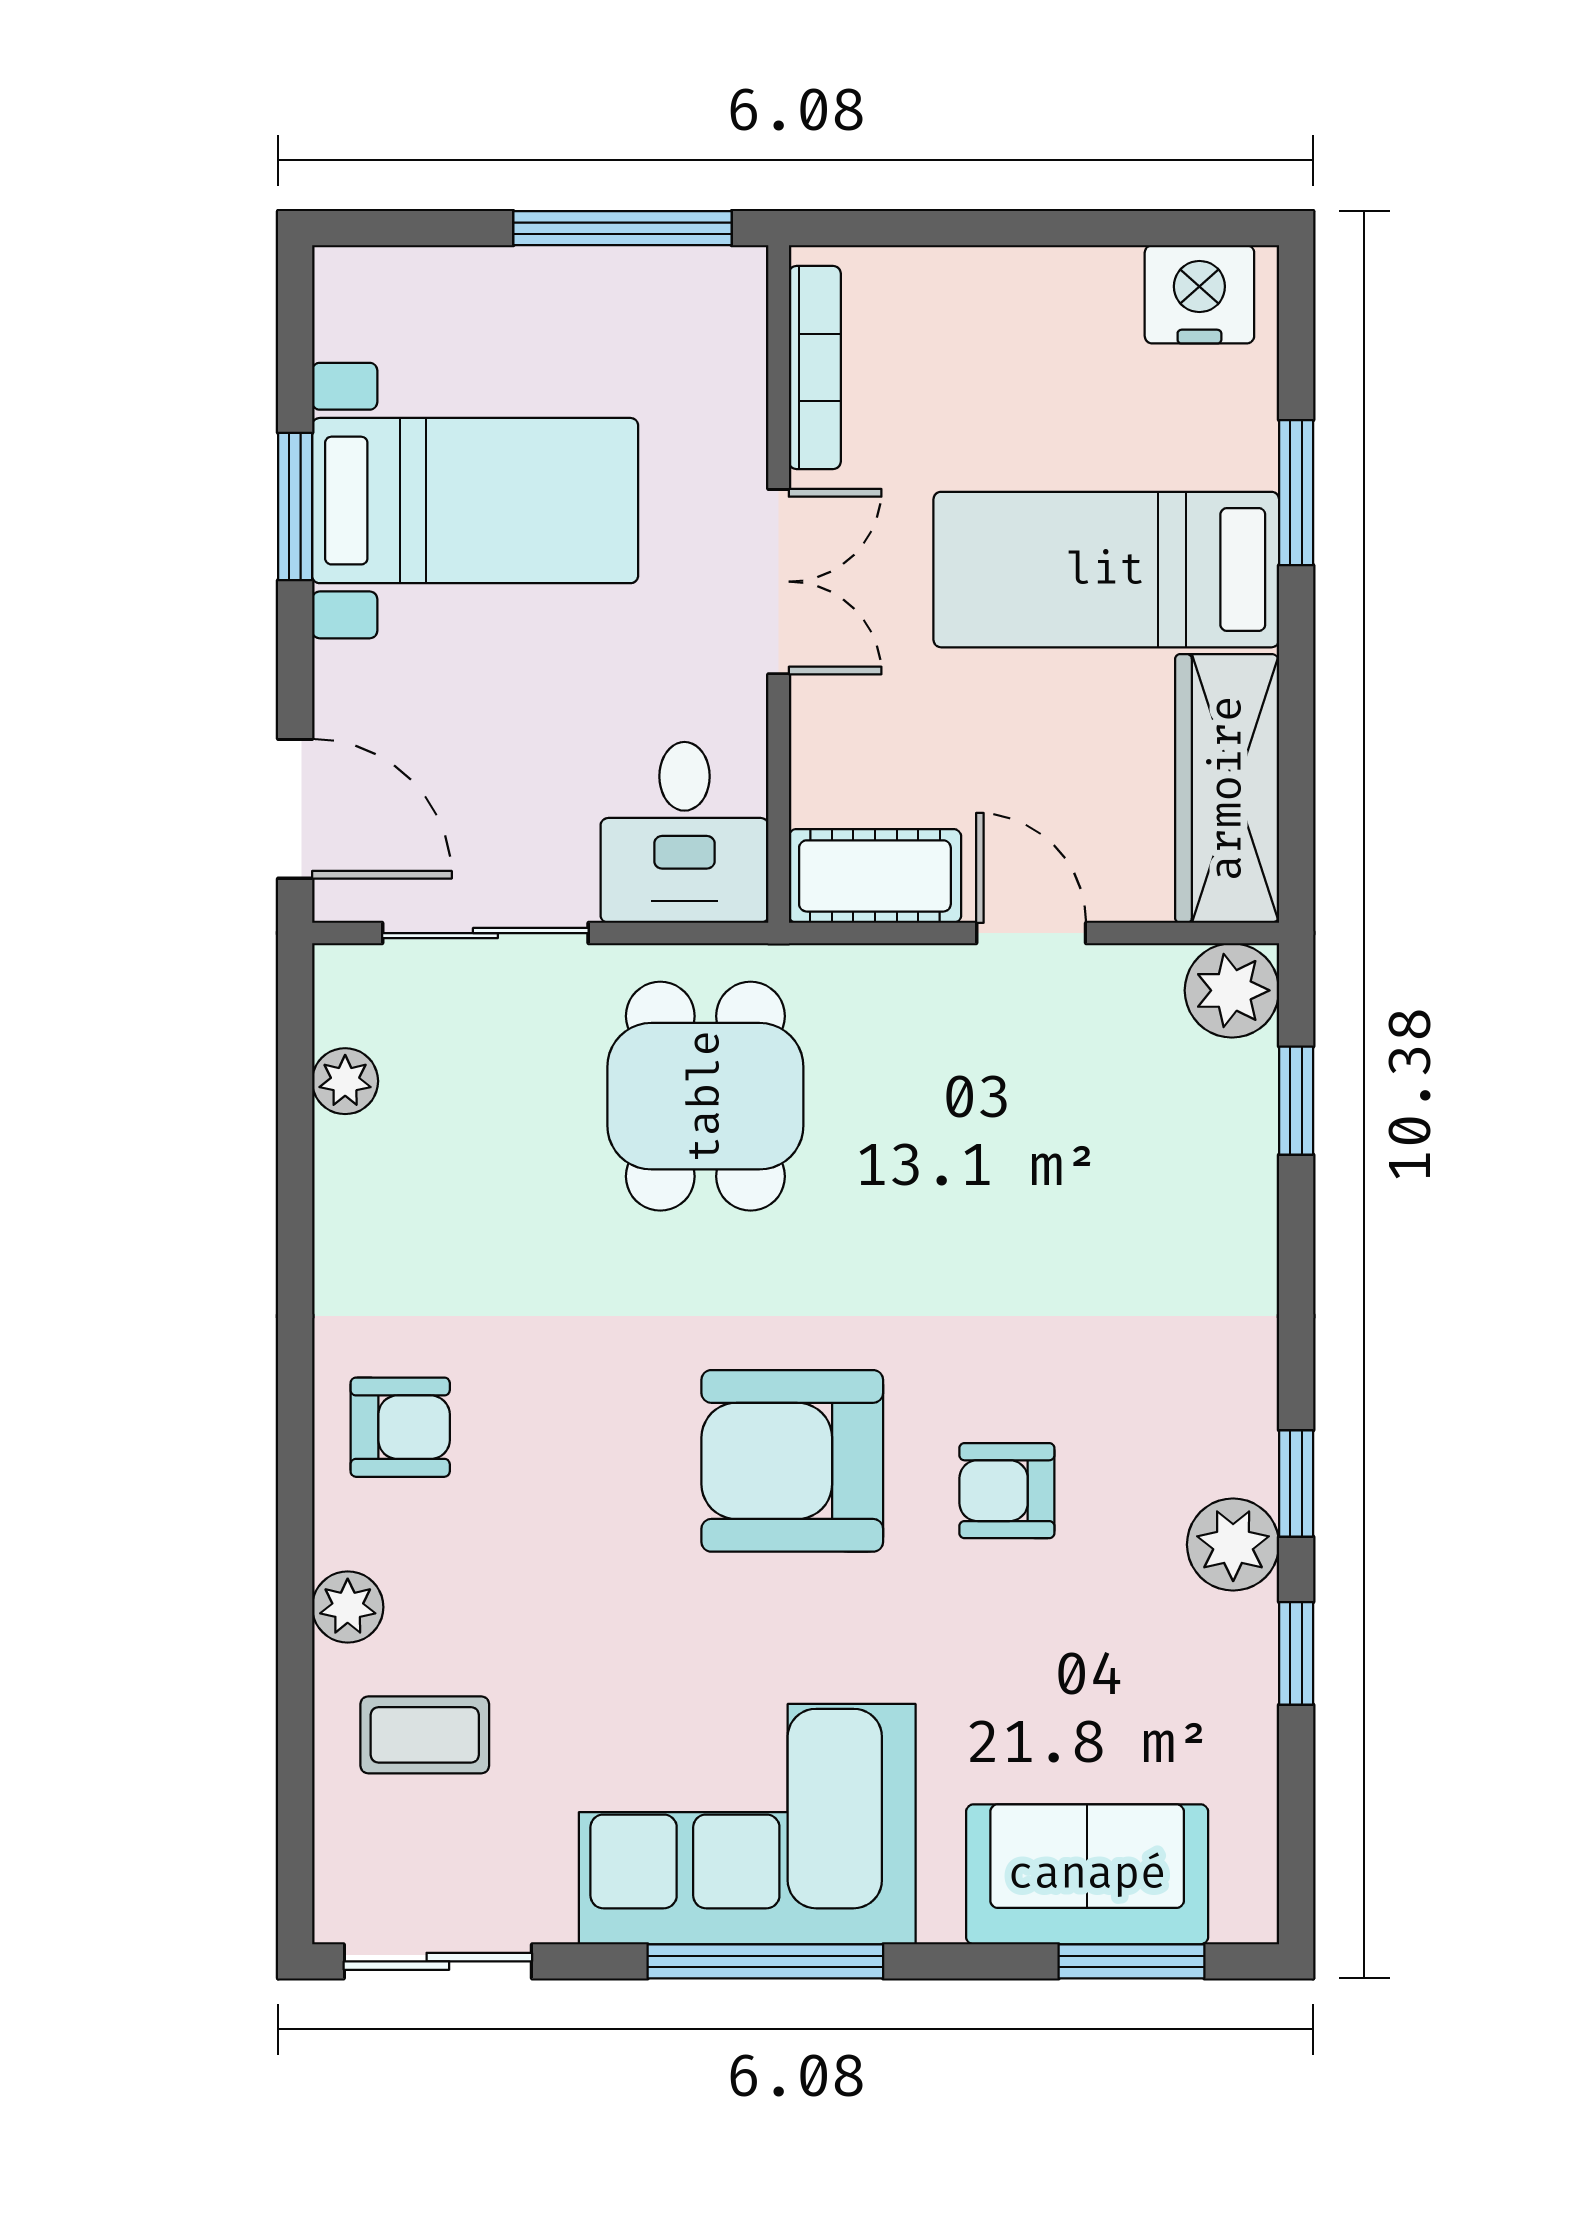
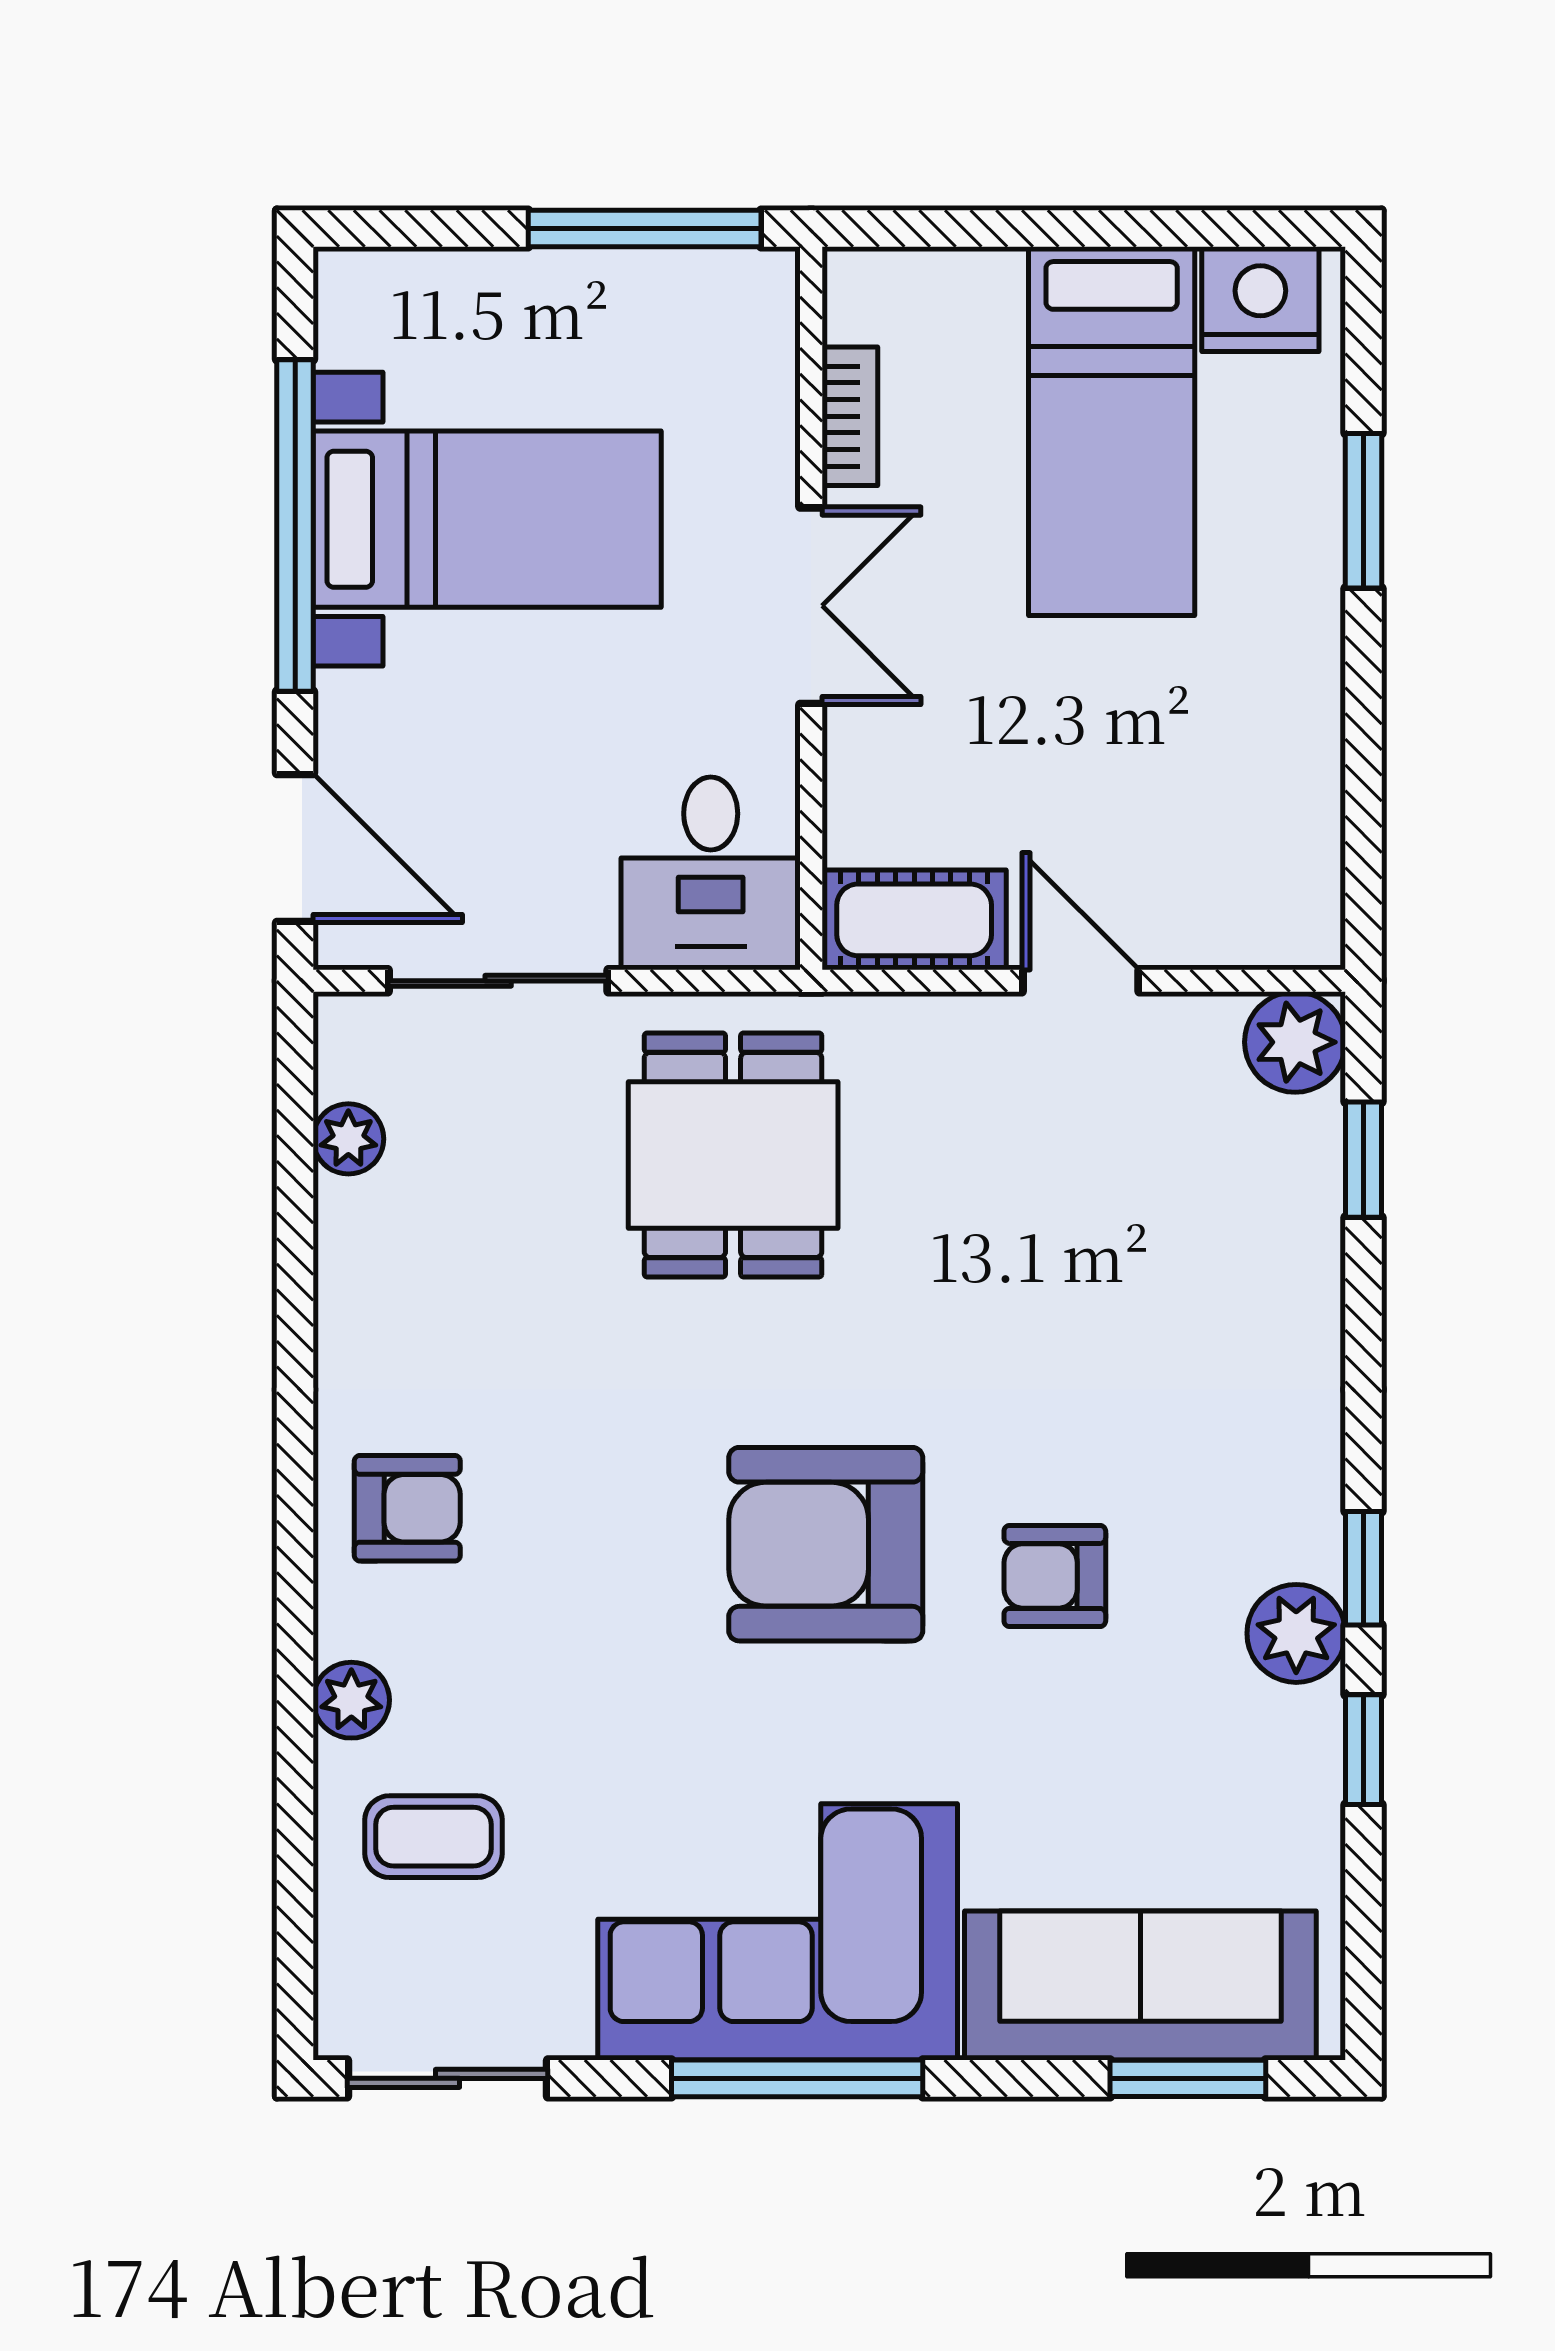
bookcase: (815, 367) -> (850, 416), width x0.64
window: (295, 507) -> (295, 526), width x2.11
bed: (1106, 570) -> (1112, 431), moved, turned -90
wardrobe: (1227, 788) -> (1290, 826), removed
sofa: (1087, 1874) -> (1140, 1985), width x1.36

